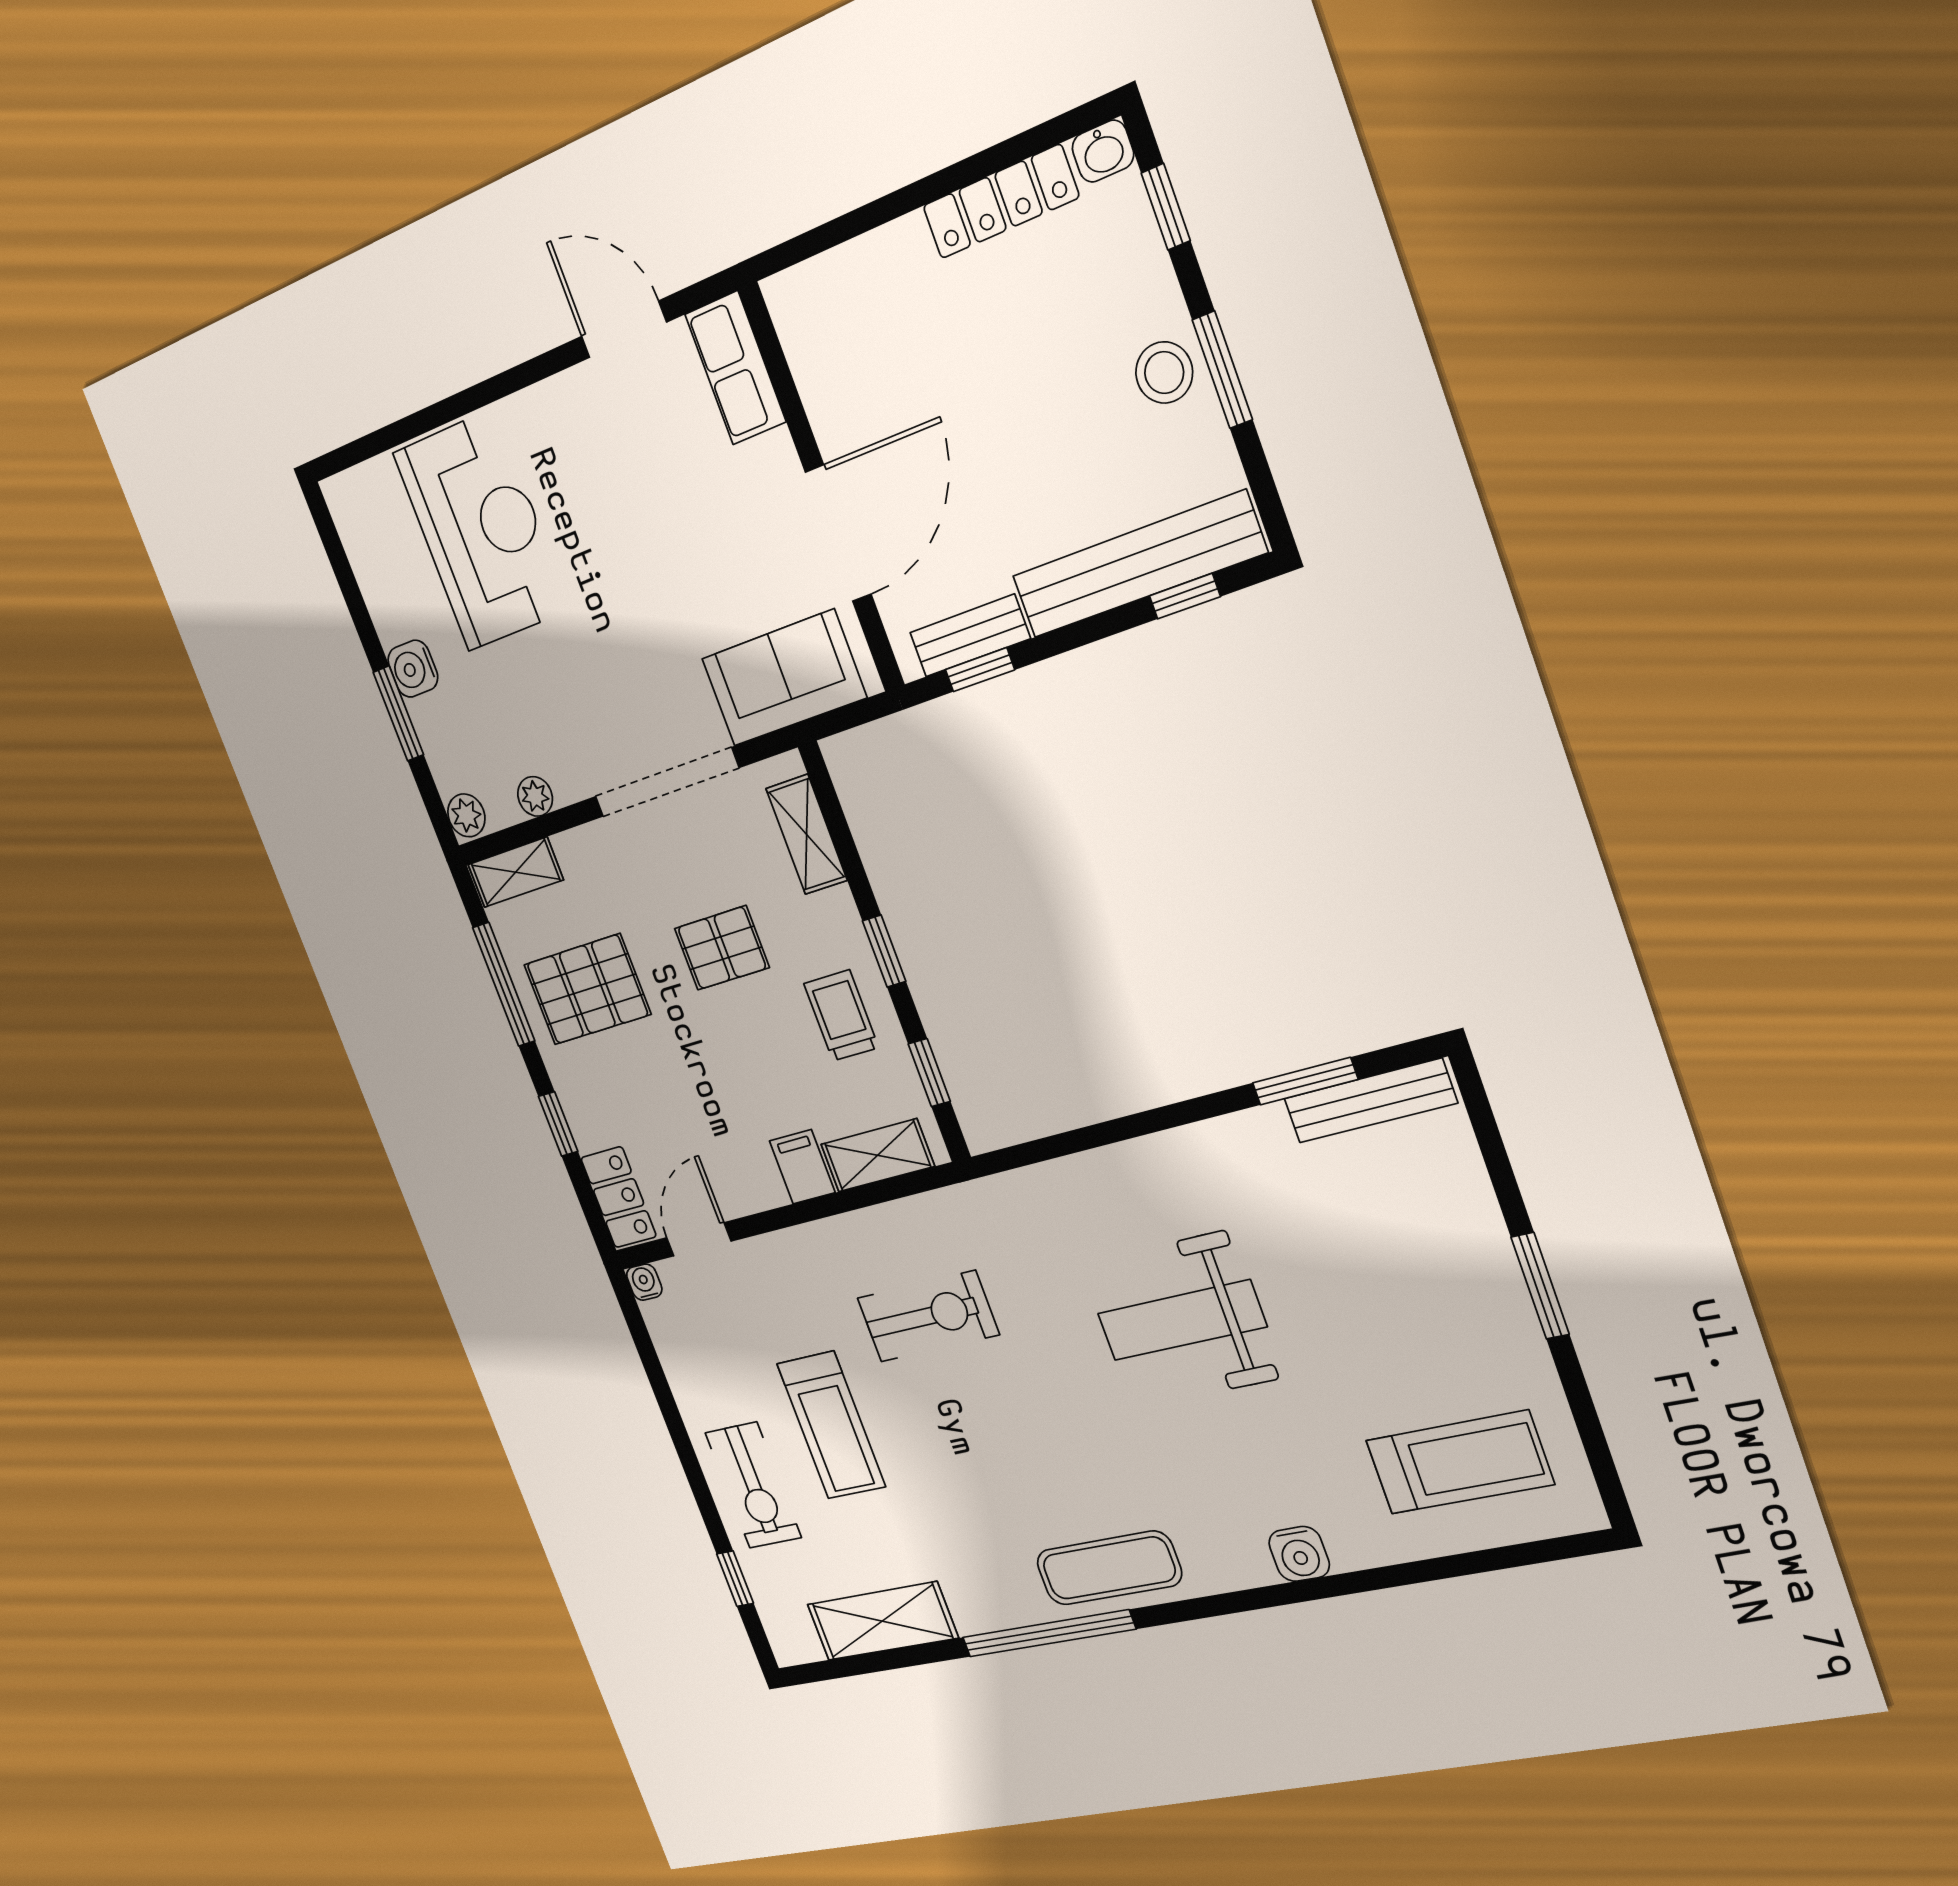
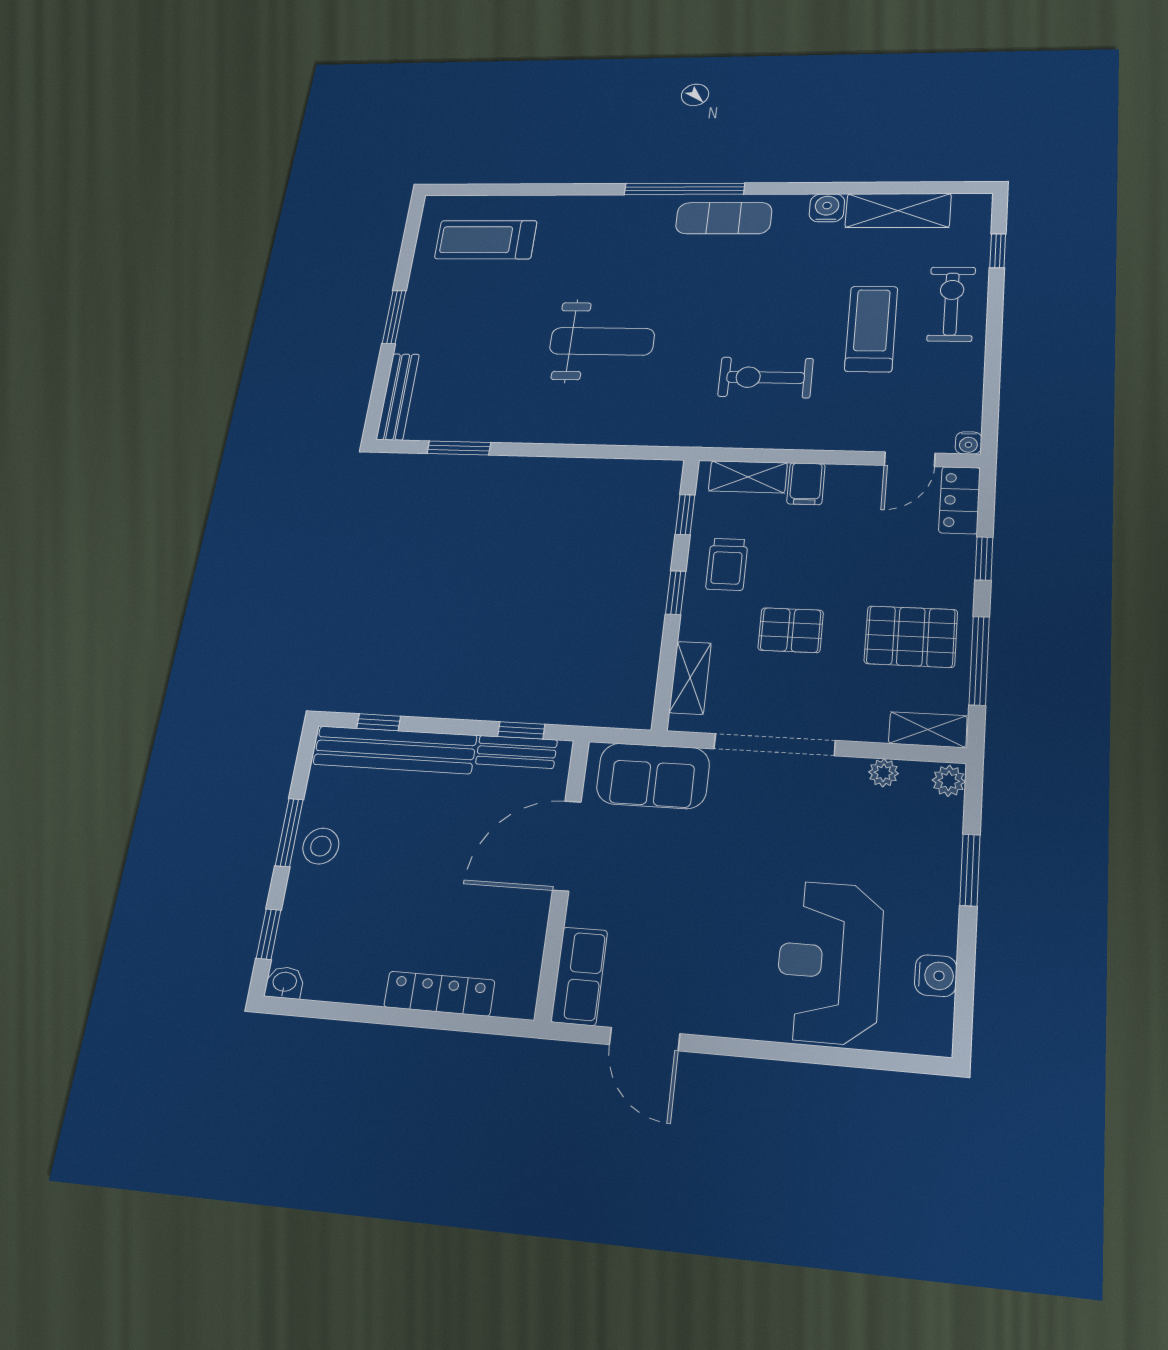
locker: (1001, 202) -> (439, 994), moved
water cooler: (413, 669) -> (936, 976), moved
bench: (1370, 1101) -> (398, 397), moved, turned 90
water cooler: (1299, 1554) -> (827, 208), moved
window: (1048, 1633) -> (684, 189), moved

